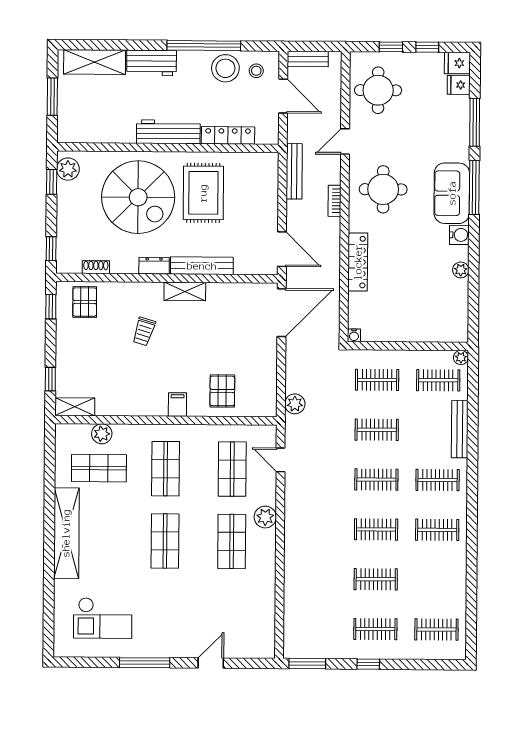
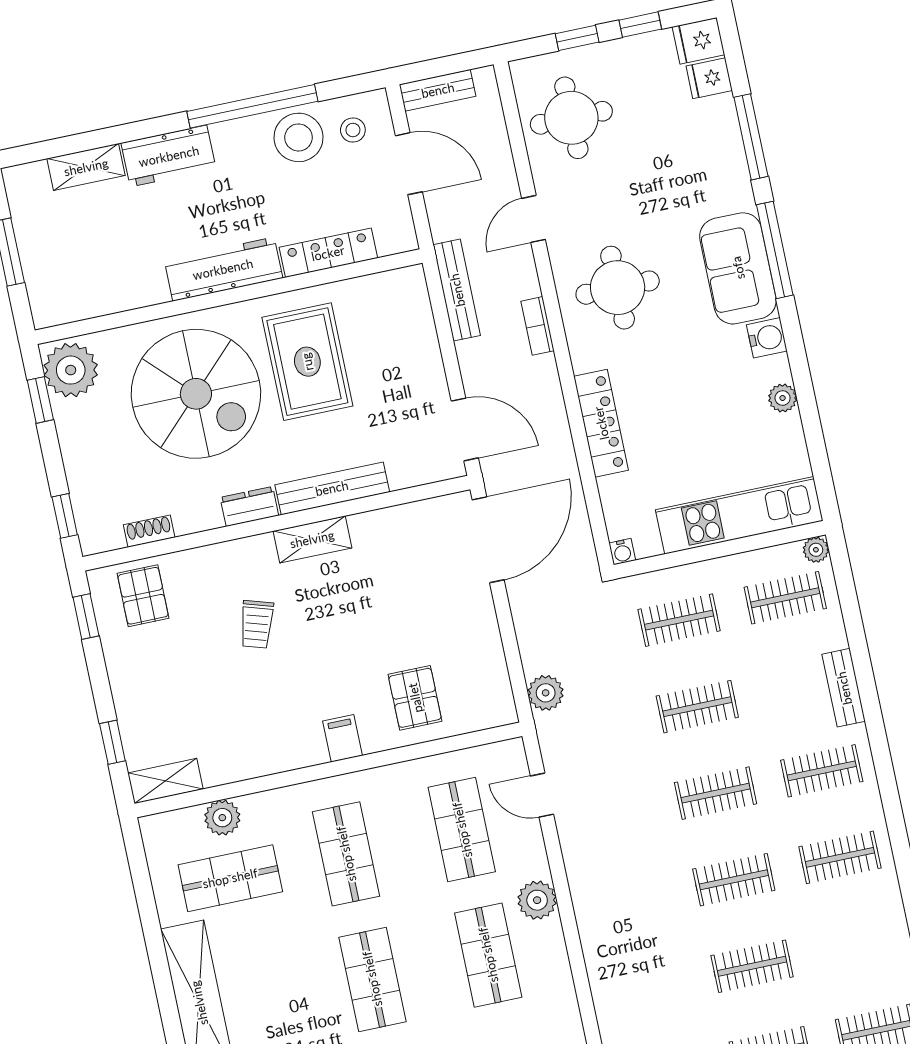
shelving: (95, 62) -> (86, 167), width x0.67, depth x0.75
plant: (68, 169) -> (71, 370), width x1.36, depth x1.36
kitchen unit: (423, 329) -> (739, 515), added
bench: (460, 429) -> (844, 688), width x0.73

